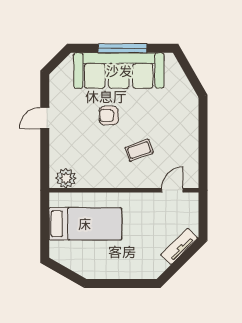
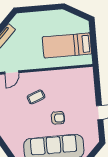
plant: (66, 178) -> (82, 74), removed

